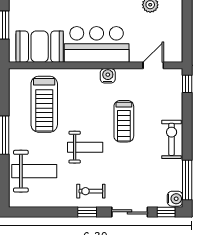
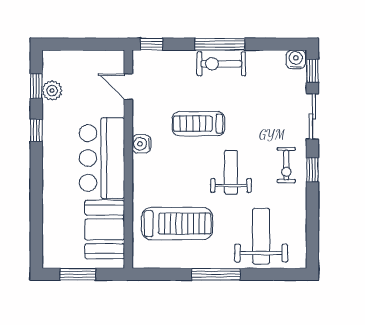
treadmill: (124, 121) -> (198, 124), turned 180
window: (187, 180) -> (220, 44), moved

